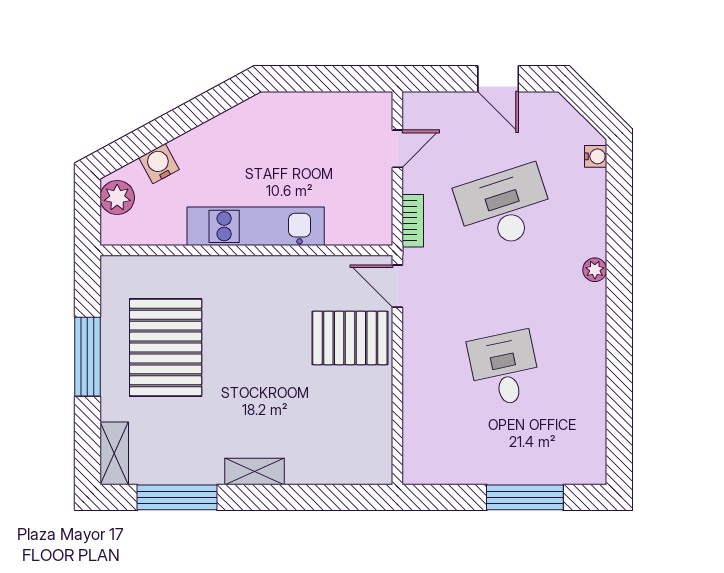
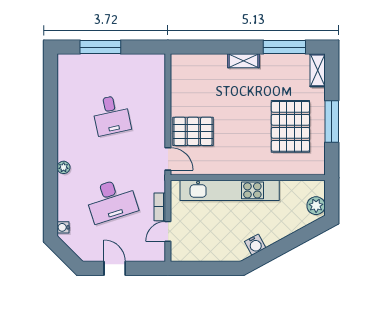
water cooler: (159, 164) -> (255, 245), moved
bookcase: (413, 221) -> (160, 207), moved
kitchen unit: (256, 226) -> (230, 190), width x1.36

